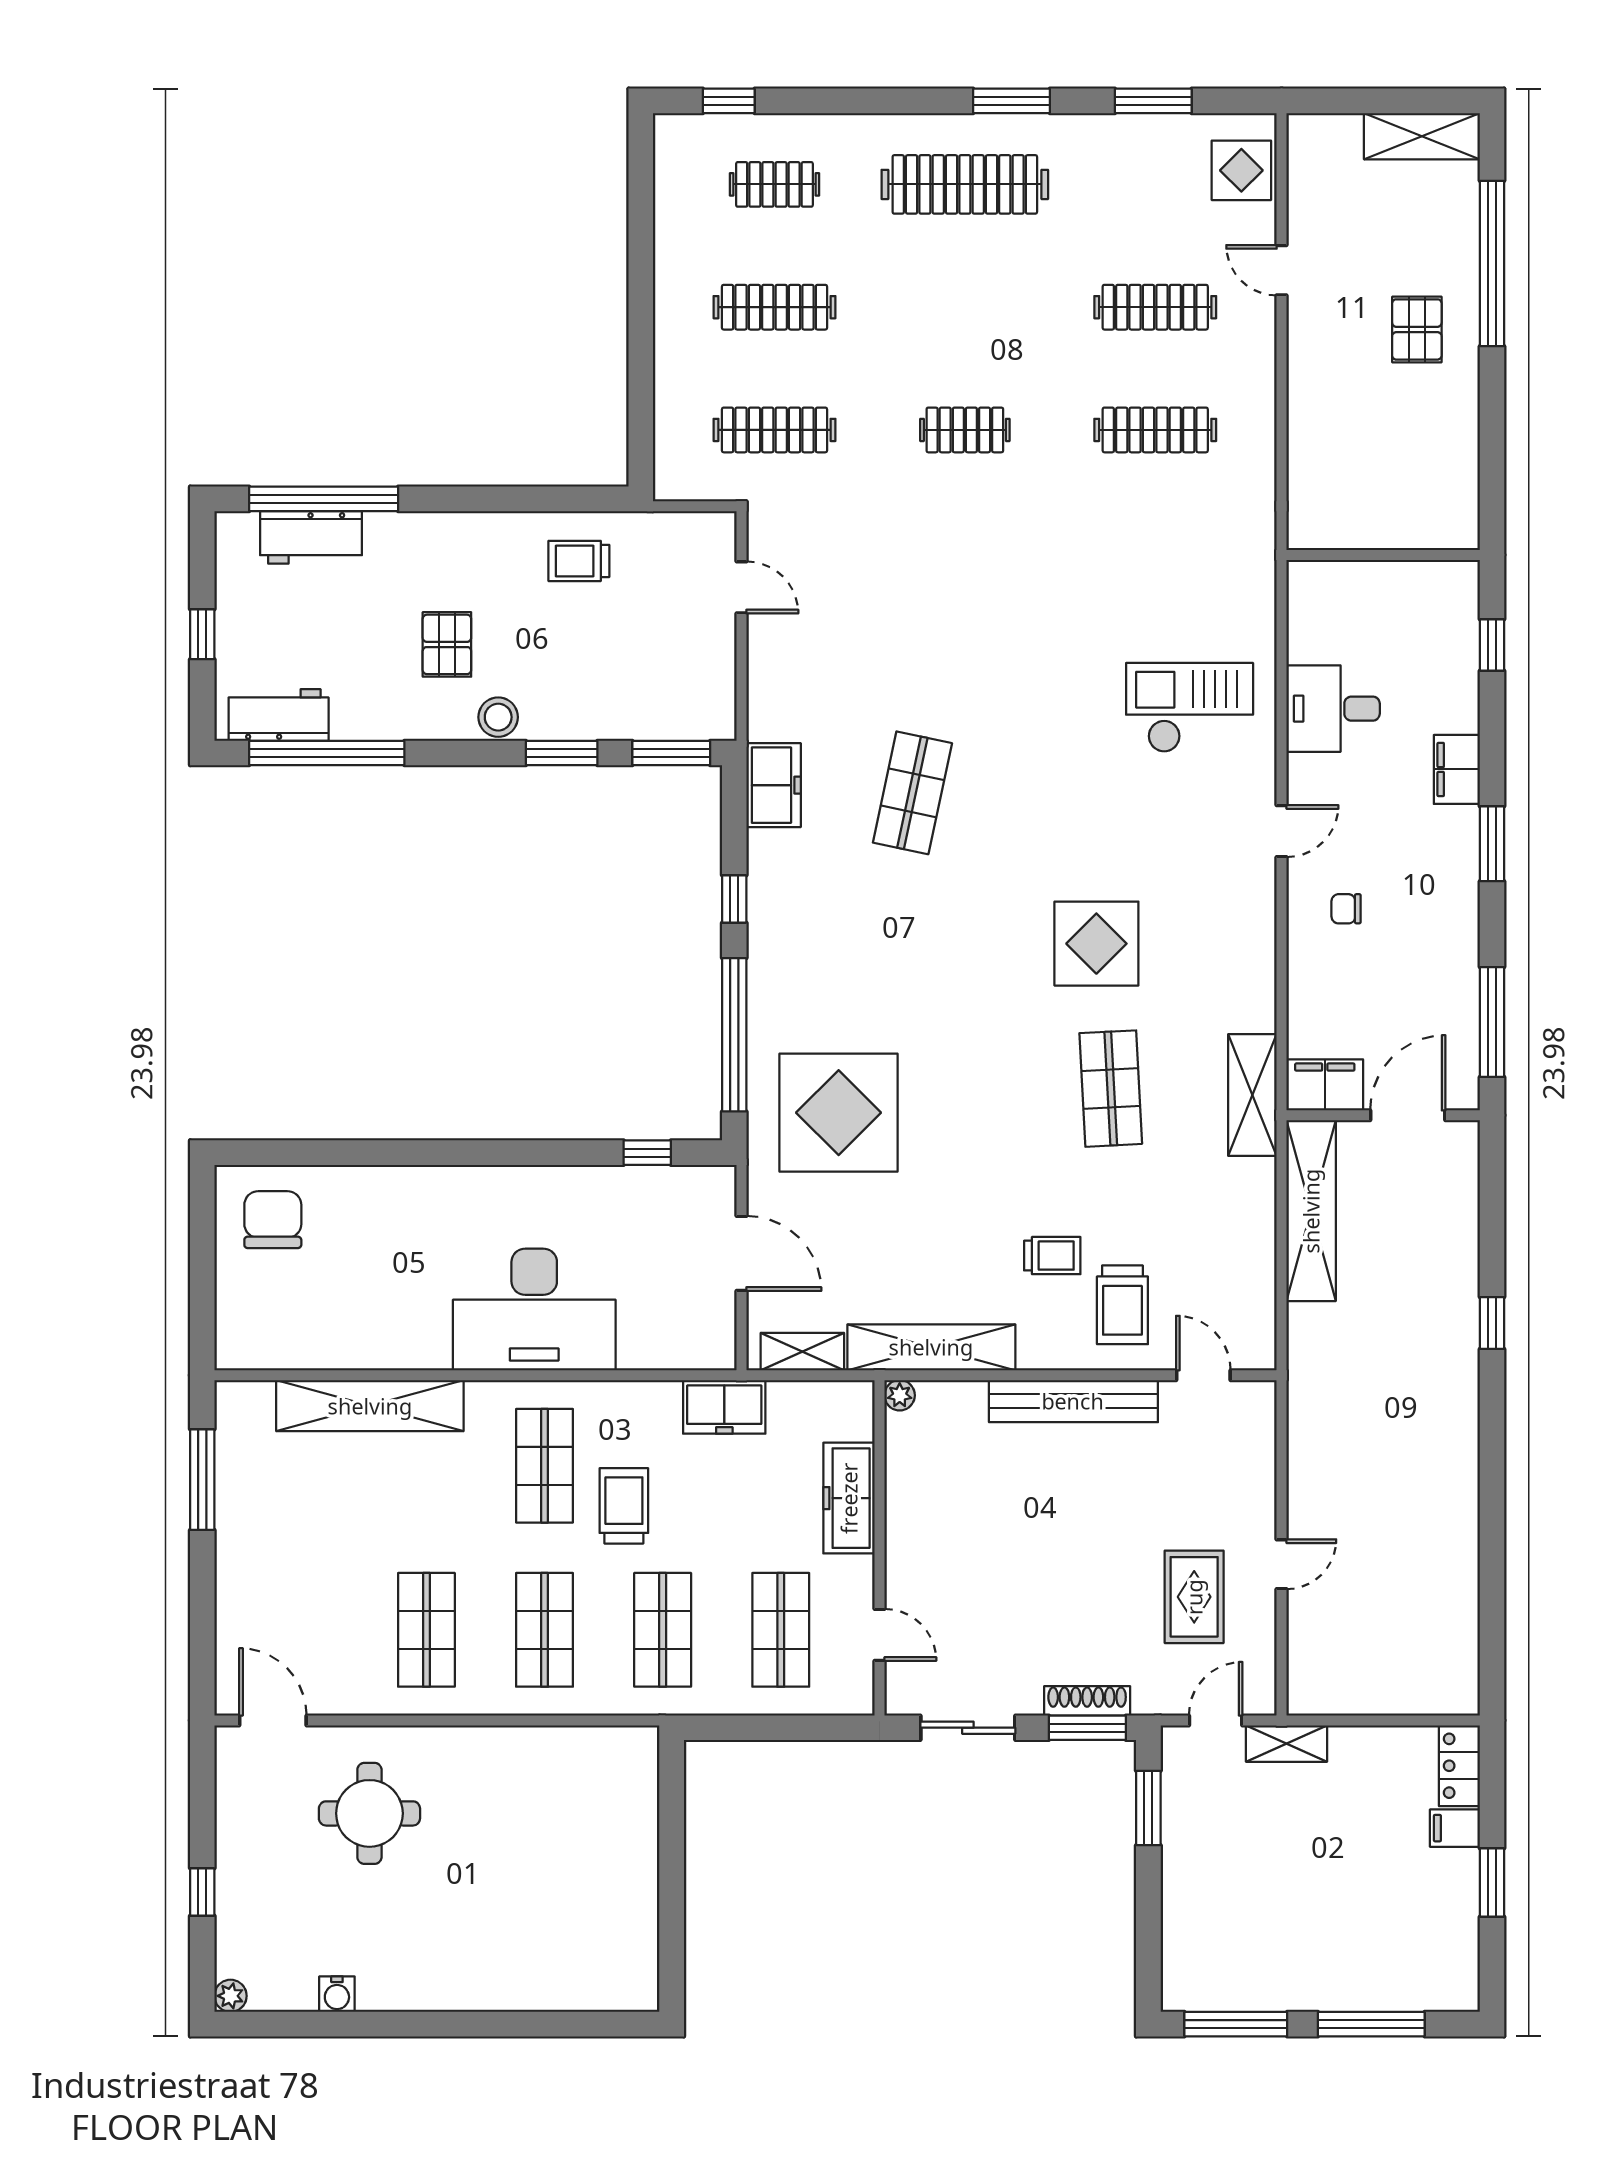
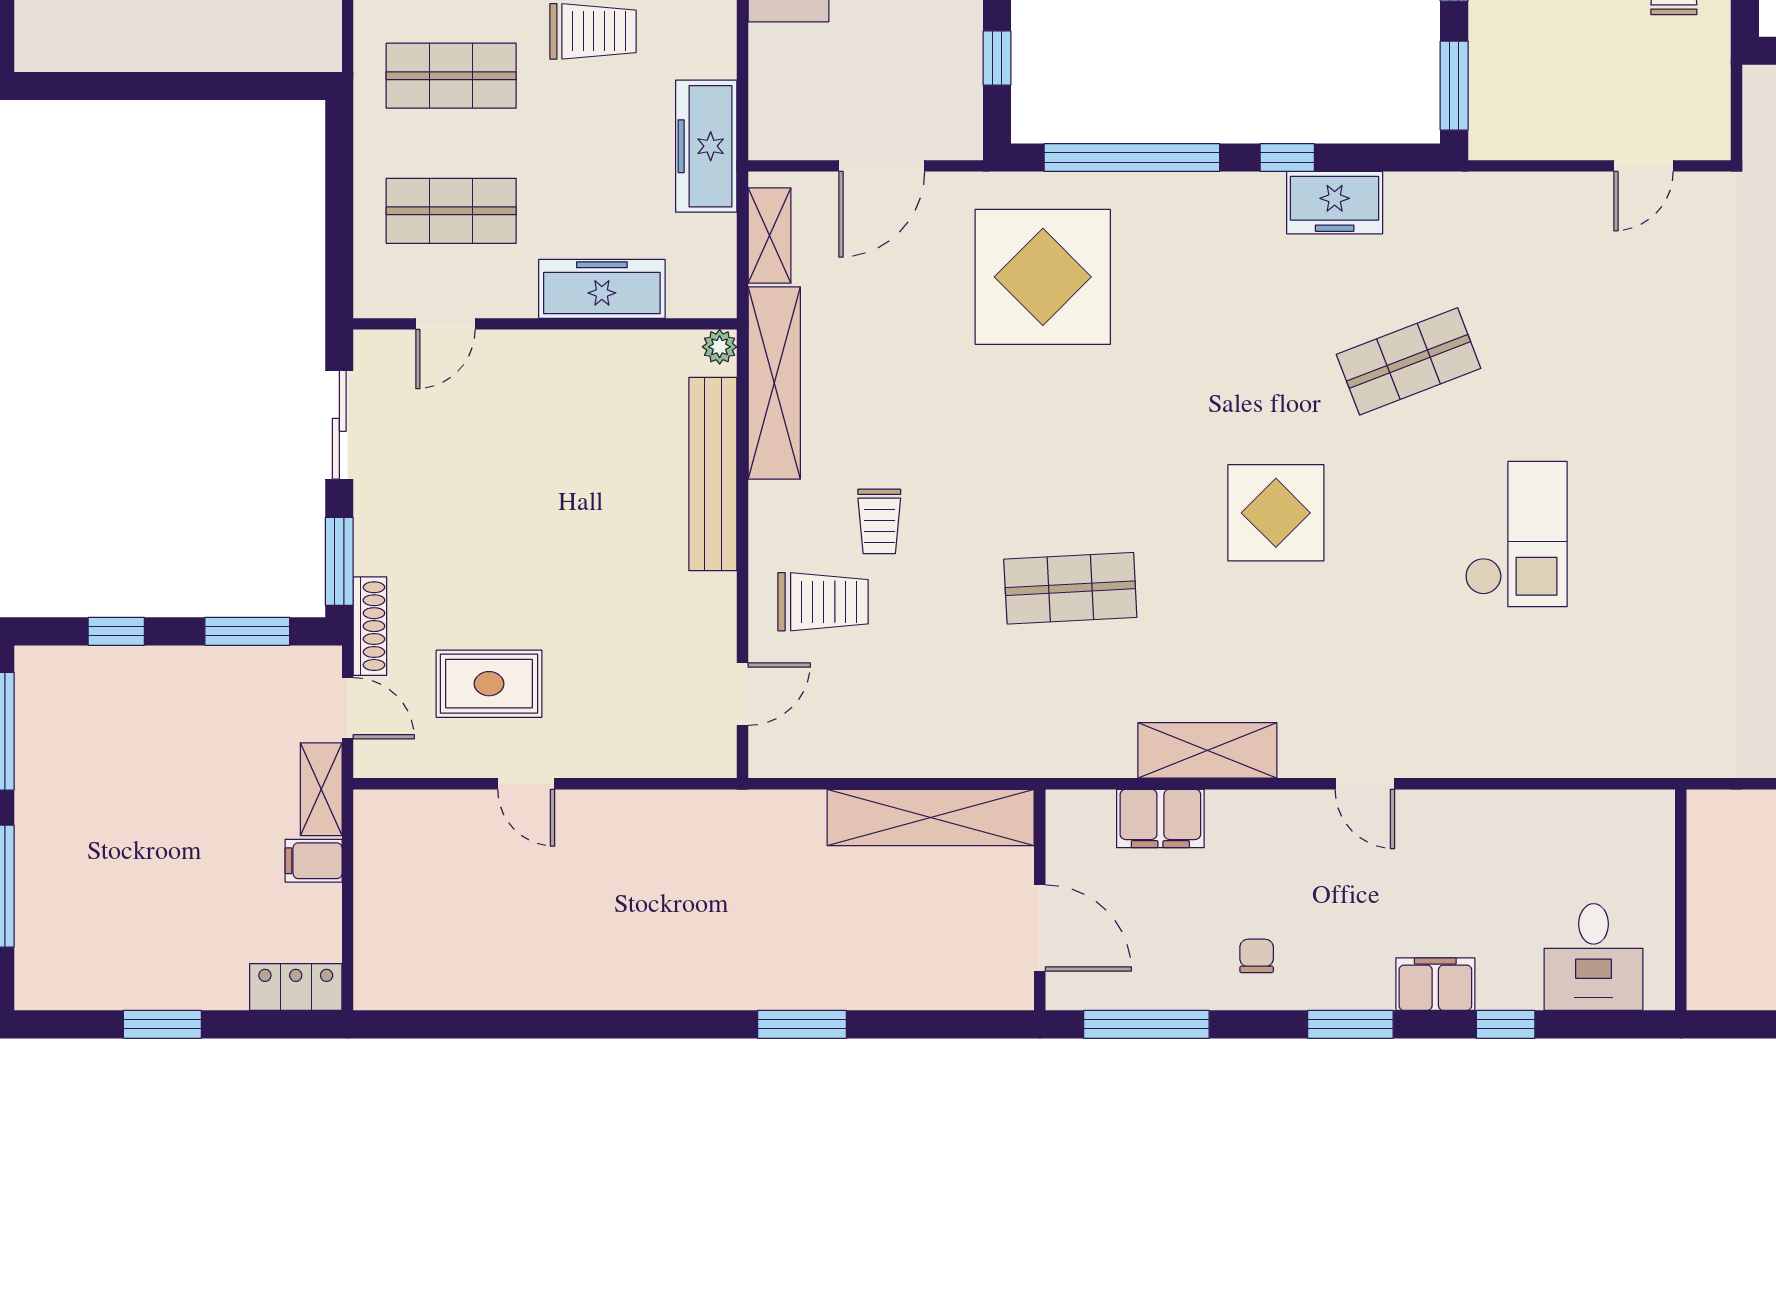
window: (1492, 645) -> (1506, 1024), moved
checkout: (1190, 708) -> (1516, 534), moved
desk: (1333, 709) -> (1594, 957), moved, turned 180
freezer: (774, 785) -> (1335, 203), moved
shop shelf: (912, 793) -> (1409, 361), turned -33
chair: (1346, 909) -> (1257, 956), moved
display table: (1096, 944) -> (1276, 513), moved
filing cabinet: (1325, 1085) -> (1160, 818), moved, turned 90
shelving: (1252, 1095) -> (1207, 750), moved
trolley: (1122, 1305) -> (823, 602), turned 180
window: (1492, 1323) -> (802, 1024), width x1.50
bench: (1073, 1401) -> (713, 474), moved
freezer: (724, 1407) -> (706, 146), width x1.40
shoe rack: (1087, 1701) -> (370, 626), moved
filing cabinet: (1455, 1828) -> (314, 861), moved, turned -90
window: (1148, 1923) -> (116, 631), added

